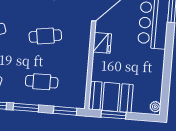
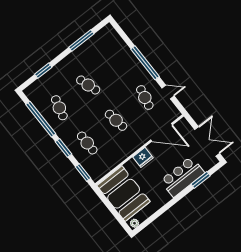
booth: (111, 97) -> (124, 194), width x1.36, depth x1.42
window: (114, 115) -> (107, 203), removed

